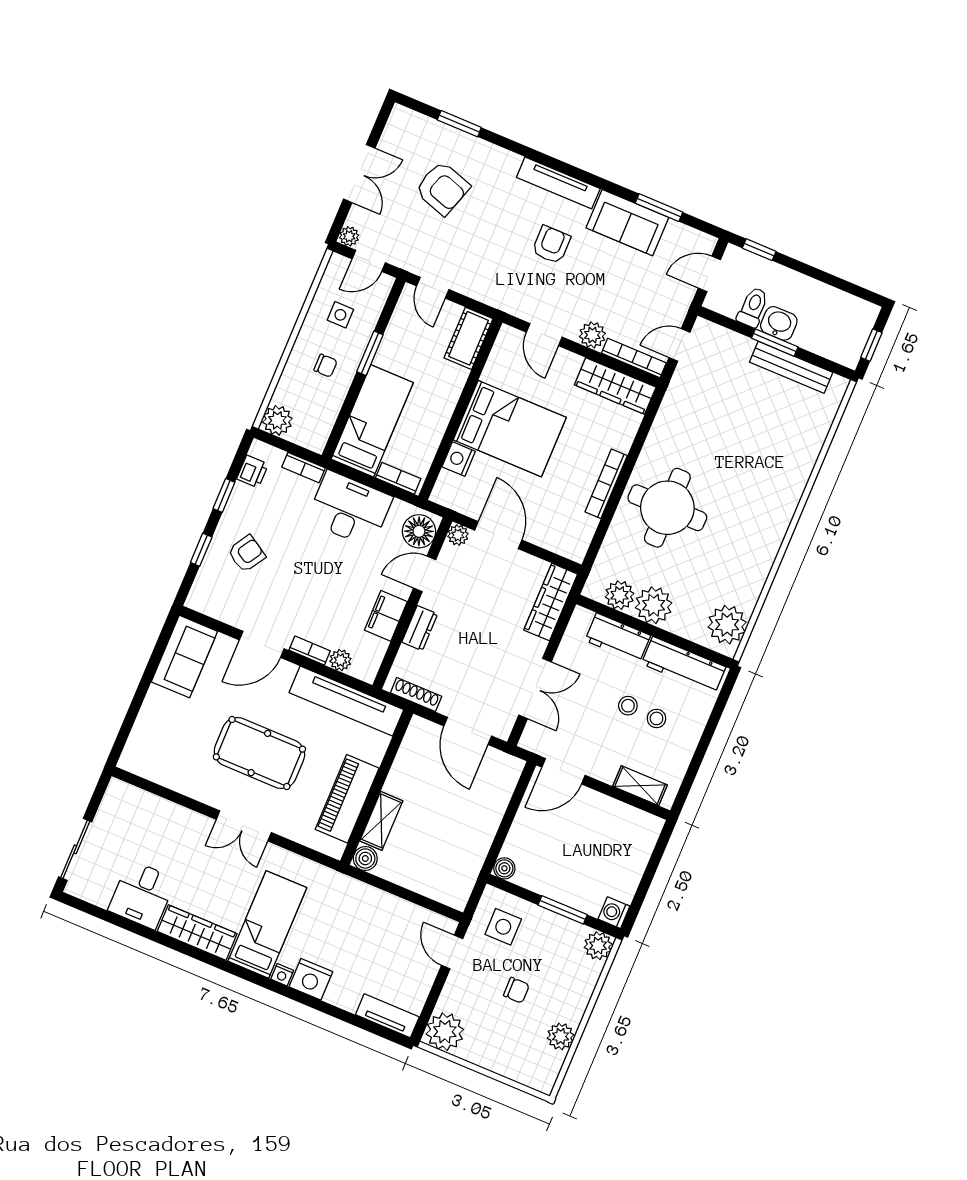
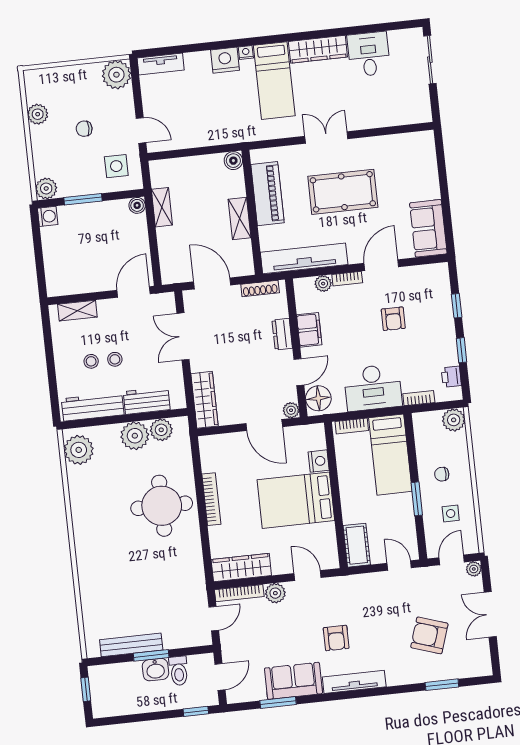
armchair: (247, 554) -> (393, 319), moved, turned -32
shelving: (381, 821) -> (240, 219), moved
shelving: (477, 850) -> (162, 207), added

